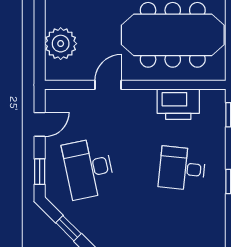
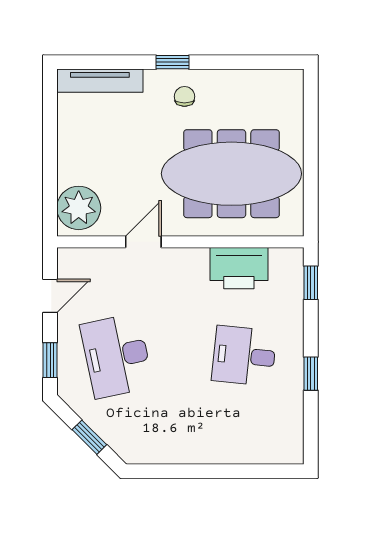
plant: (61, 44) -> (79, 208), moved

